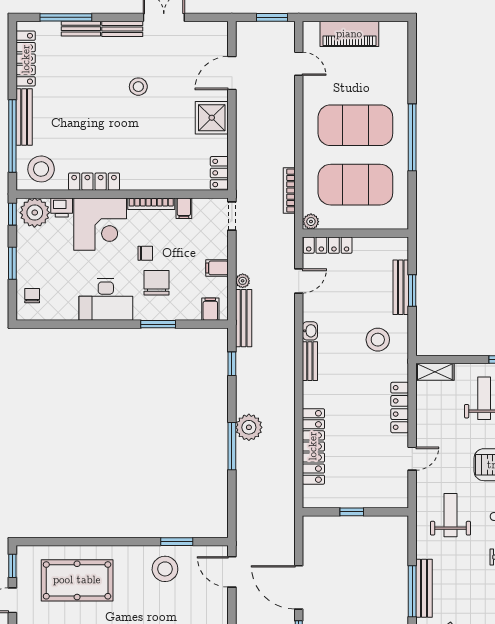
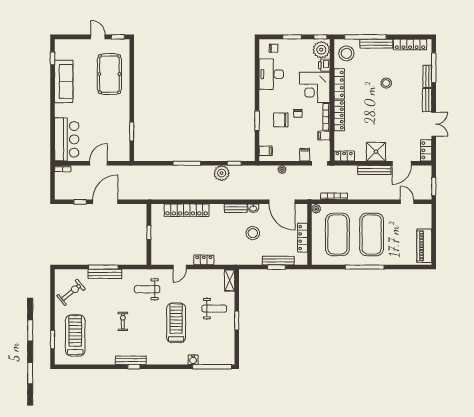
locker: (209, 31) -> (426, 150), added
piano: (349, 34) -> (424, 246), moved
door: (299, 64) -> (407, 202), swing flipped
door: (232, 73) -> (402, 163), swing flipped
stool: (138, 87) -> (386, 83), moved
locker: (149, 181) -> (339, 115), added
locker: (328, 245) -> (303, 238), moved
filing cabinet: (217, 268) -> (305, 155), moved
door: (299, 281) -> (282, 202), width x1.87
chair: (157, 283) -> (281, 120), turned 180
desk: (106, 299) -> (271, 74), moved
bench: (244, 318) -> (374, 170), moved
stool: (378, 340) -> (253, 233), moved
locker: (400, 407) -> (204, 260), width x0.66
plant: (249, 427) -> (222, 173), moved
door: (412, 459) -> (180, 267), hinge flipped
weight bench: (451, 515) -> (147, 289), turned 180
stool: (165, 569) -> (116, 125), removed
door: (232, 572) -> (99, 163), moved

